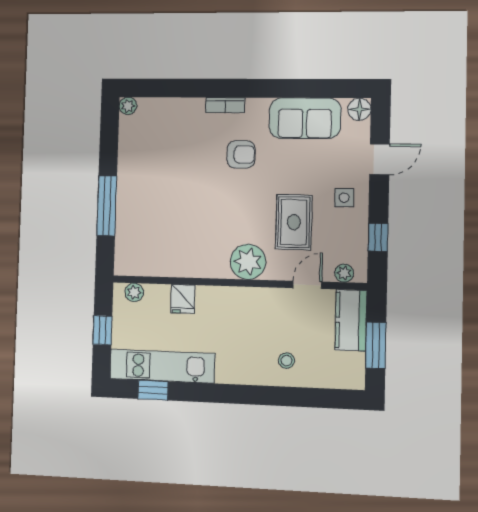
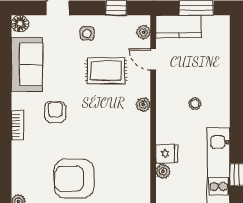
armchair: (154, 178) -> (74, 179), added
plant: (248, 262) -> (143, 104), width x0.53, depth x0.53
plant: (134, 292) -> (163, 171), moved
stool: (286, 361) -> (195, 104), moved

